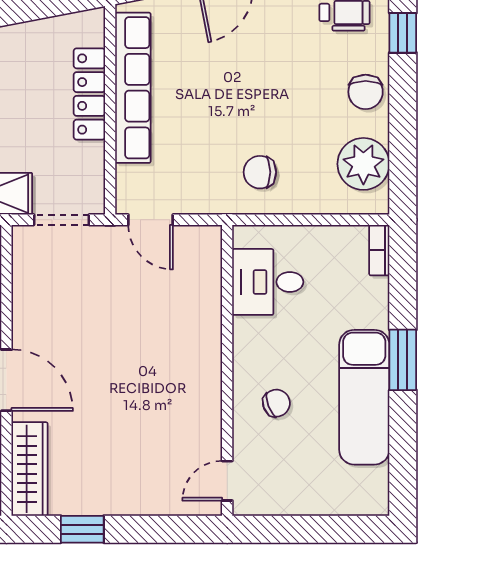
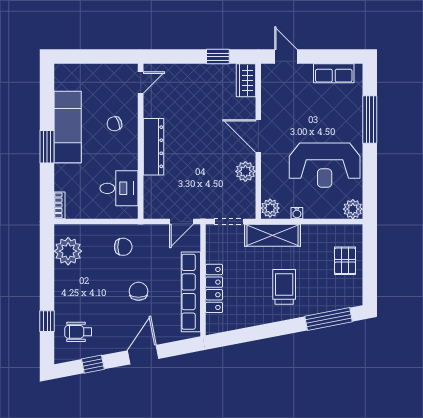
chair: (366, 92) -> (138, 291), moved
door: (151, 220) -> (181, 221), swing flipped
plant: (30, 314) -> (245, 171), added
dresser: (203, 360) -> (153, 147), added
wardrobe: (30, 469) -> (246, 80), width x0.67

